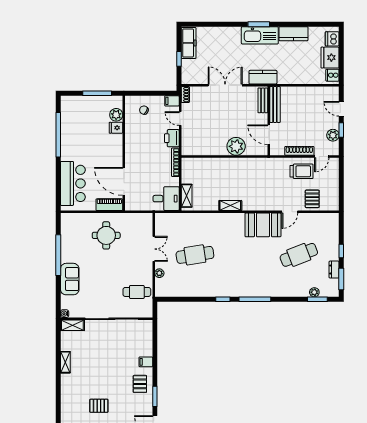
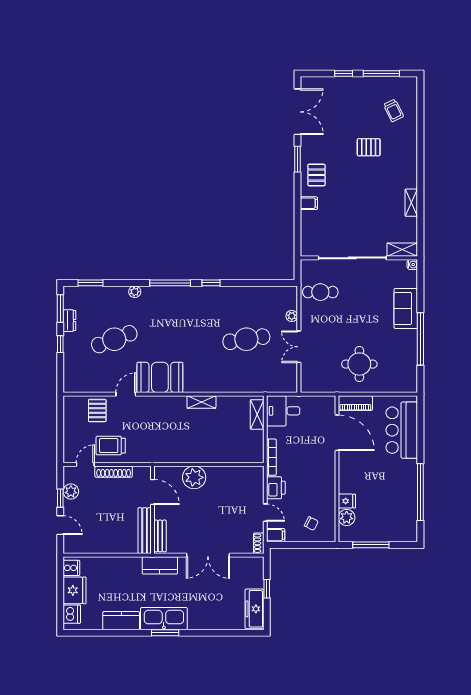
plant: (314, 292) -> (135, 292), moved

